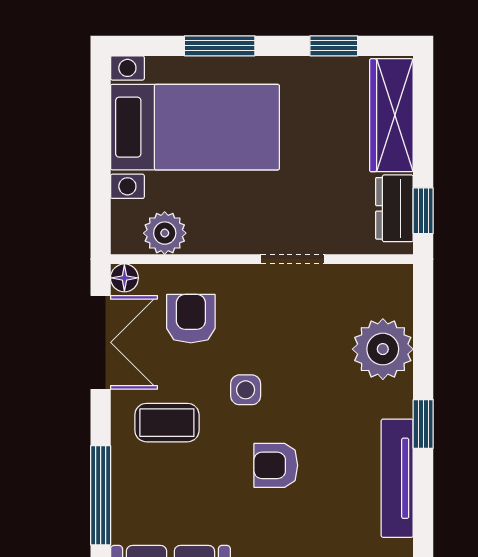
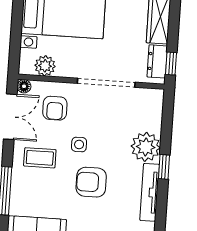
doorway: (293, 259) -> (106, 83), width x1.88
armchair: (191, 319) -> (55, 108), turned 180
plant: (383, 349) -> (146, 147), moved
armchair: (276, 465) -> (91, 182), width x1.38, depth x1.38

